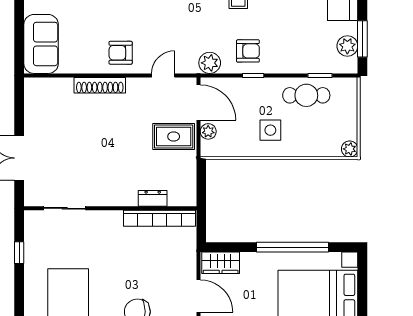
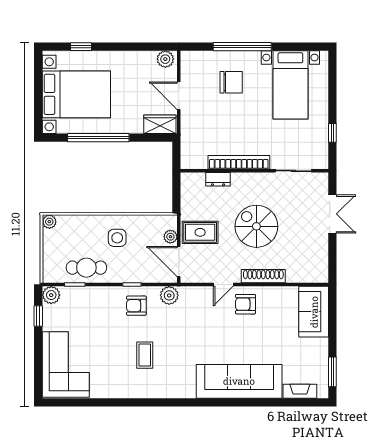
window: (362, 39) -> (38, 316), width x0.67
plant: (347, 46) -> (51, 295), moved
armchair: (121, 53) -> (246, 304), turned 180
door: (163, 76) -> (223, 285), moved
spiral stairs: (108, 144) -> (256, 226), added
bookcase: (159, 218) -> (239, 162), moved

